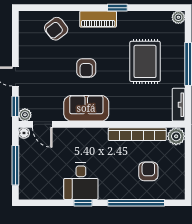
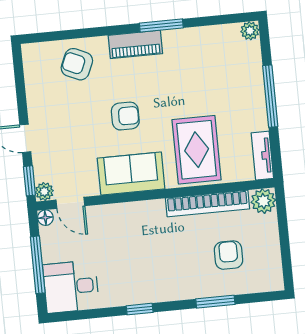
window: (117, 8) -> (161, 26), width x1.50
armchair: (56, 29) -> (77, 64), turned 62
rug: (145, 61) -> (197, 150), moved
armchair: (86, 68) -> (125, 116), turned -90
desk: (81, 181) -> (71, 287), moved, turned 90
window: (136, 203) -> (215, 302), width x0.47

